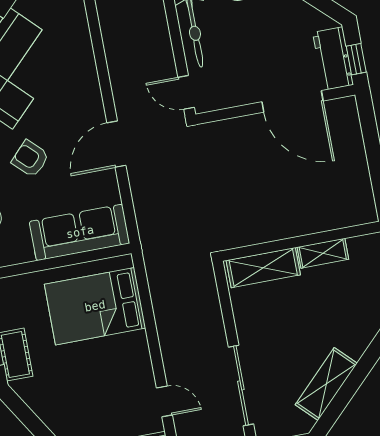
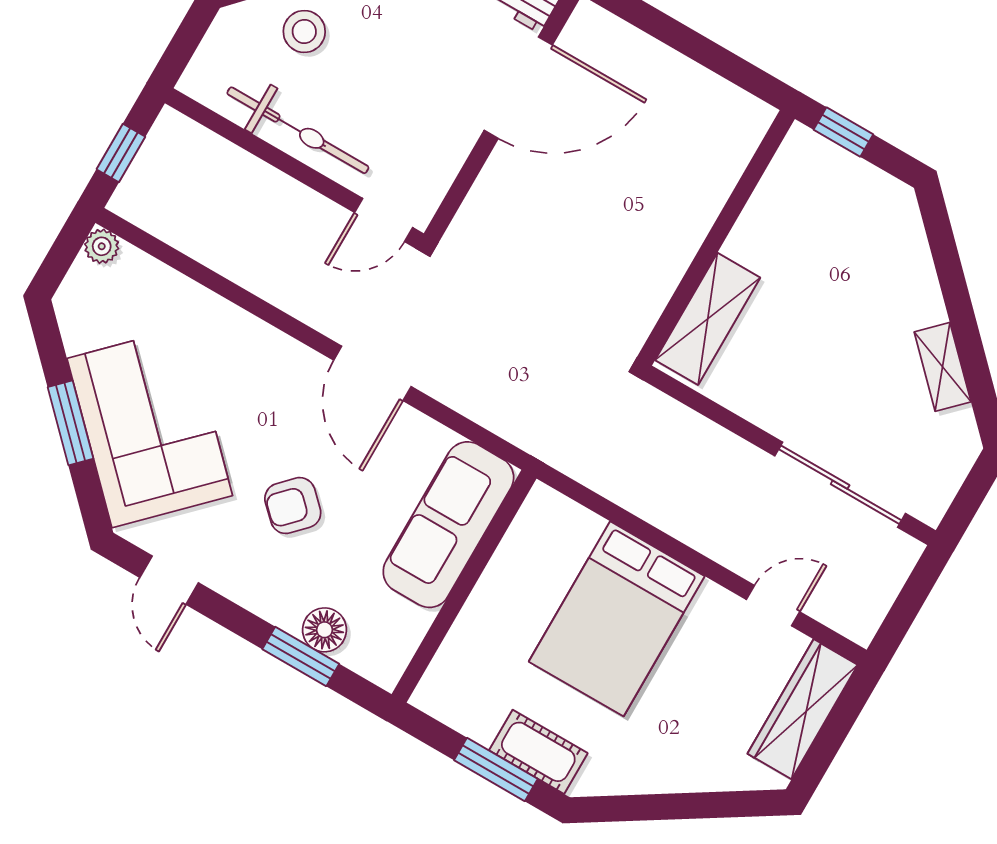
shelving: (323, 253) -> (757, 222), removed
bed: (95, 306) -> (617, 619), moved
shelving: (326, 384) -> (943, 367), width x0.67, depth x0.75

